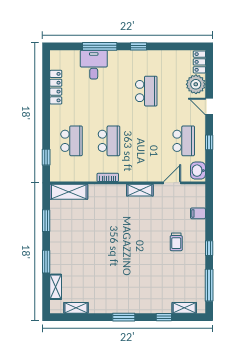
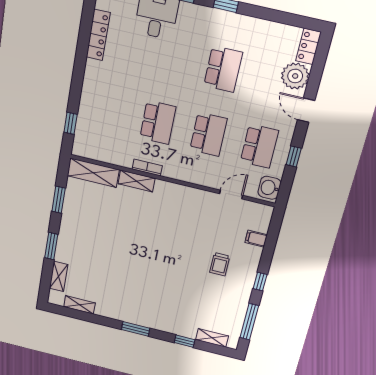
school desk: (72, 141) -> (208, 134), moved
shelving: (140, 190) -> (137, 181), moved

